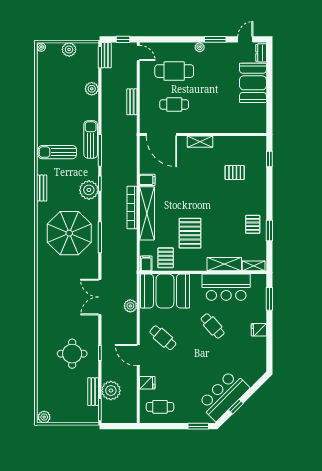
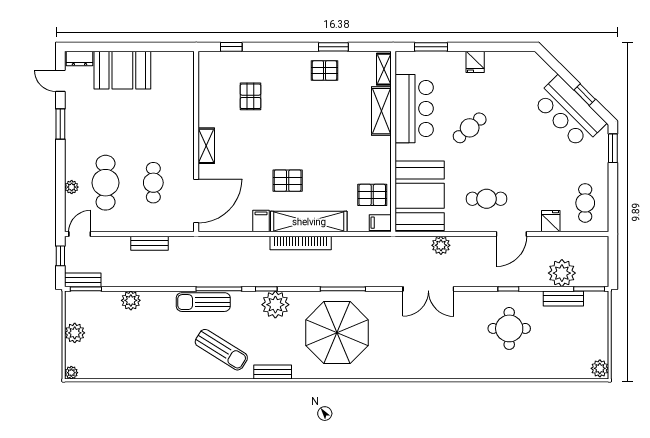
plant: (200, 47) -> (72, 187), moved
sun lounger: (57, 152) -> (221, 350), turned -58
pallet: (190, 233) -> (288, 181), moved, width x0.67, depth x0.71
cafe table: (163, 338) -> (487, 199), turned 49

